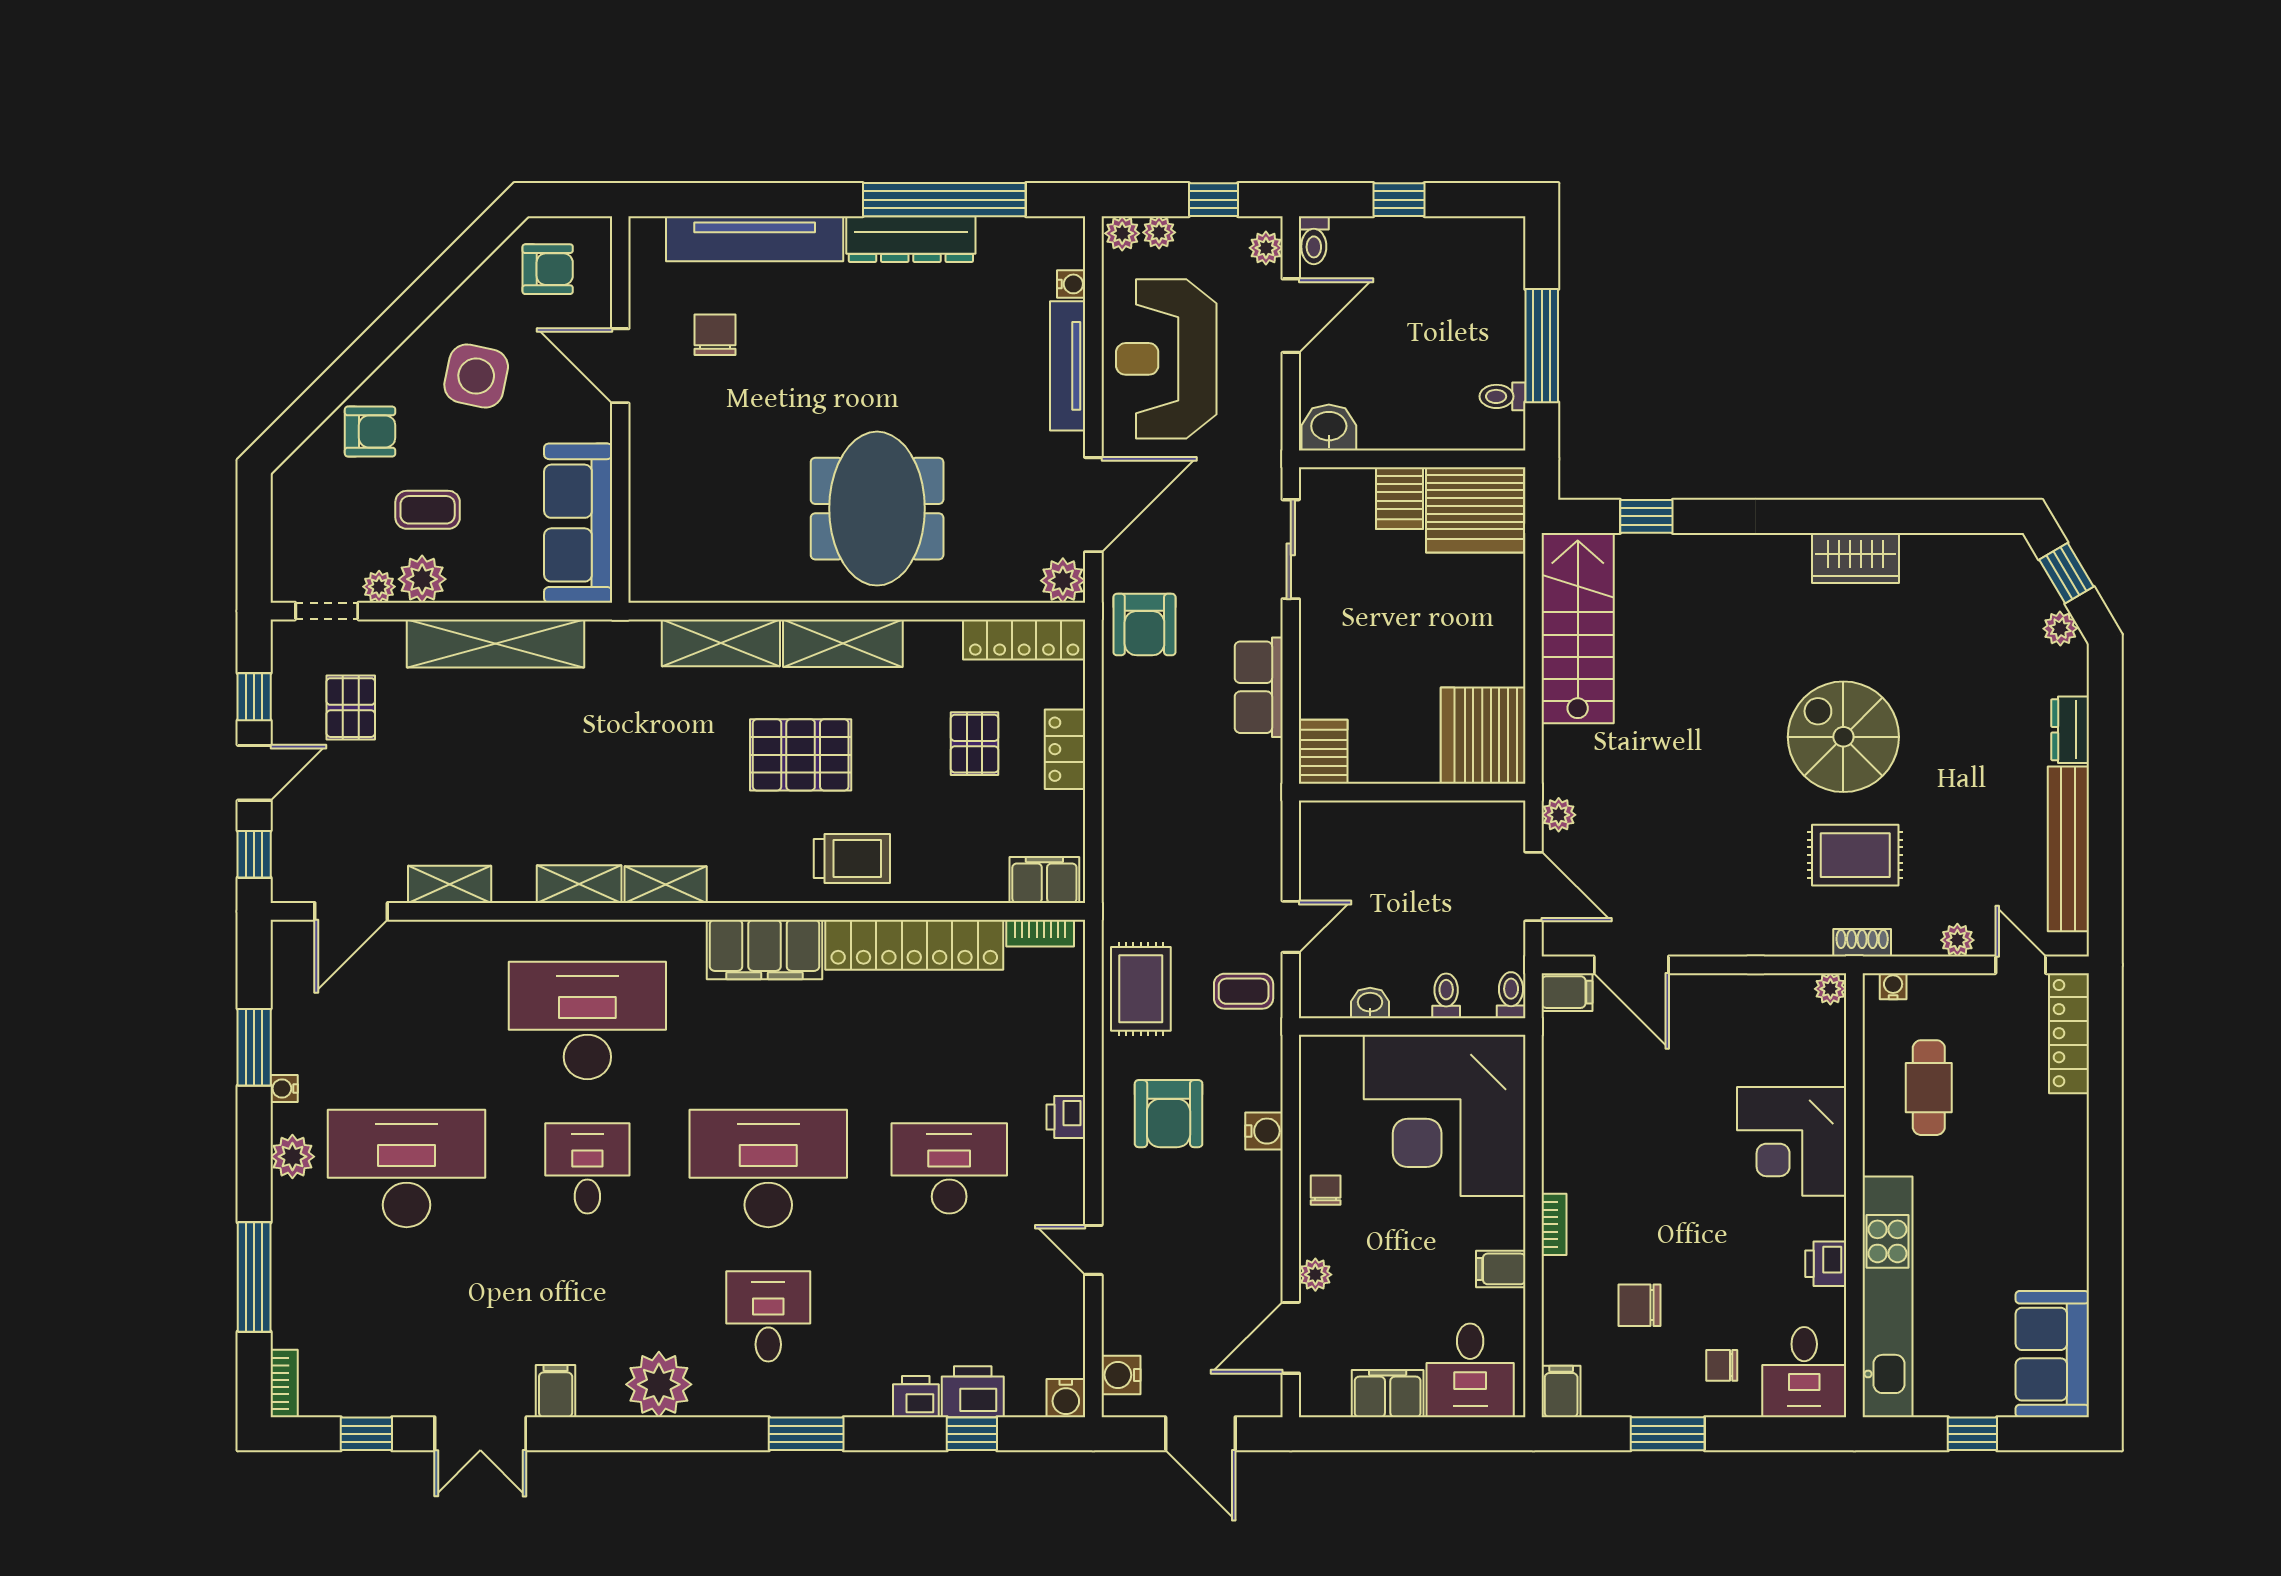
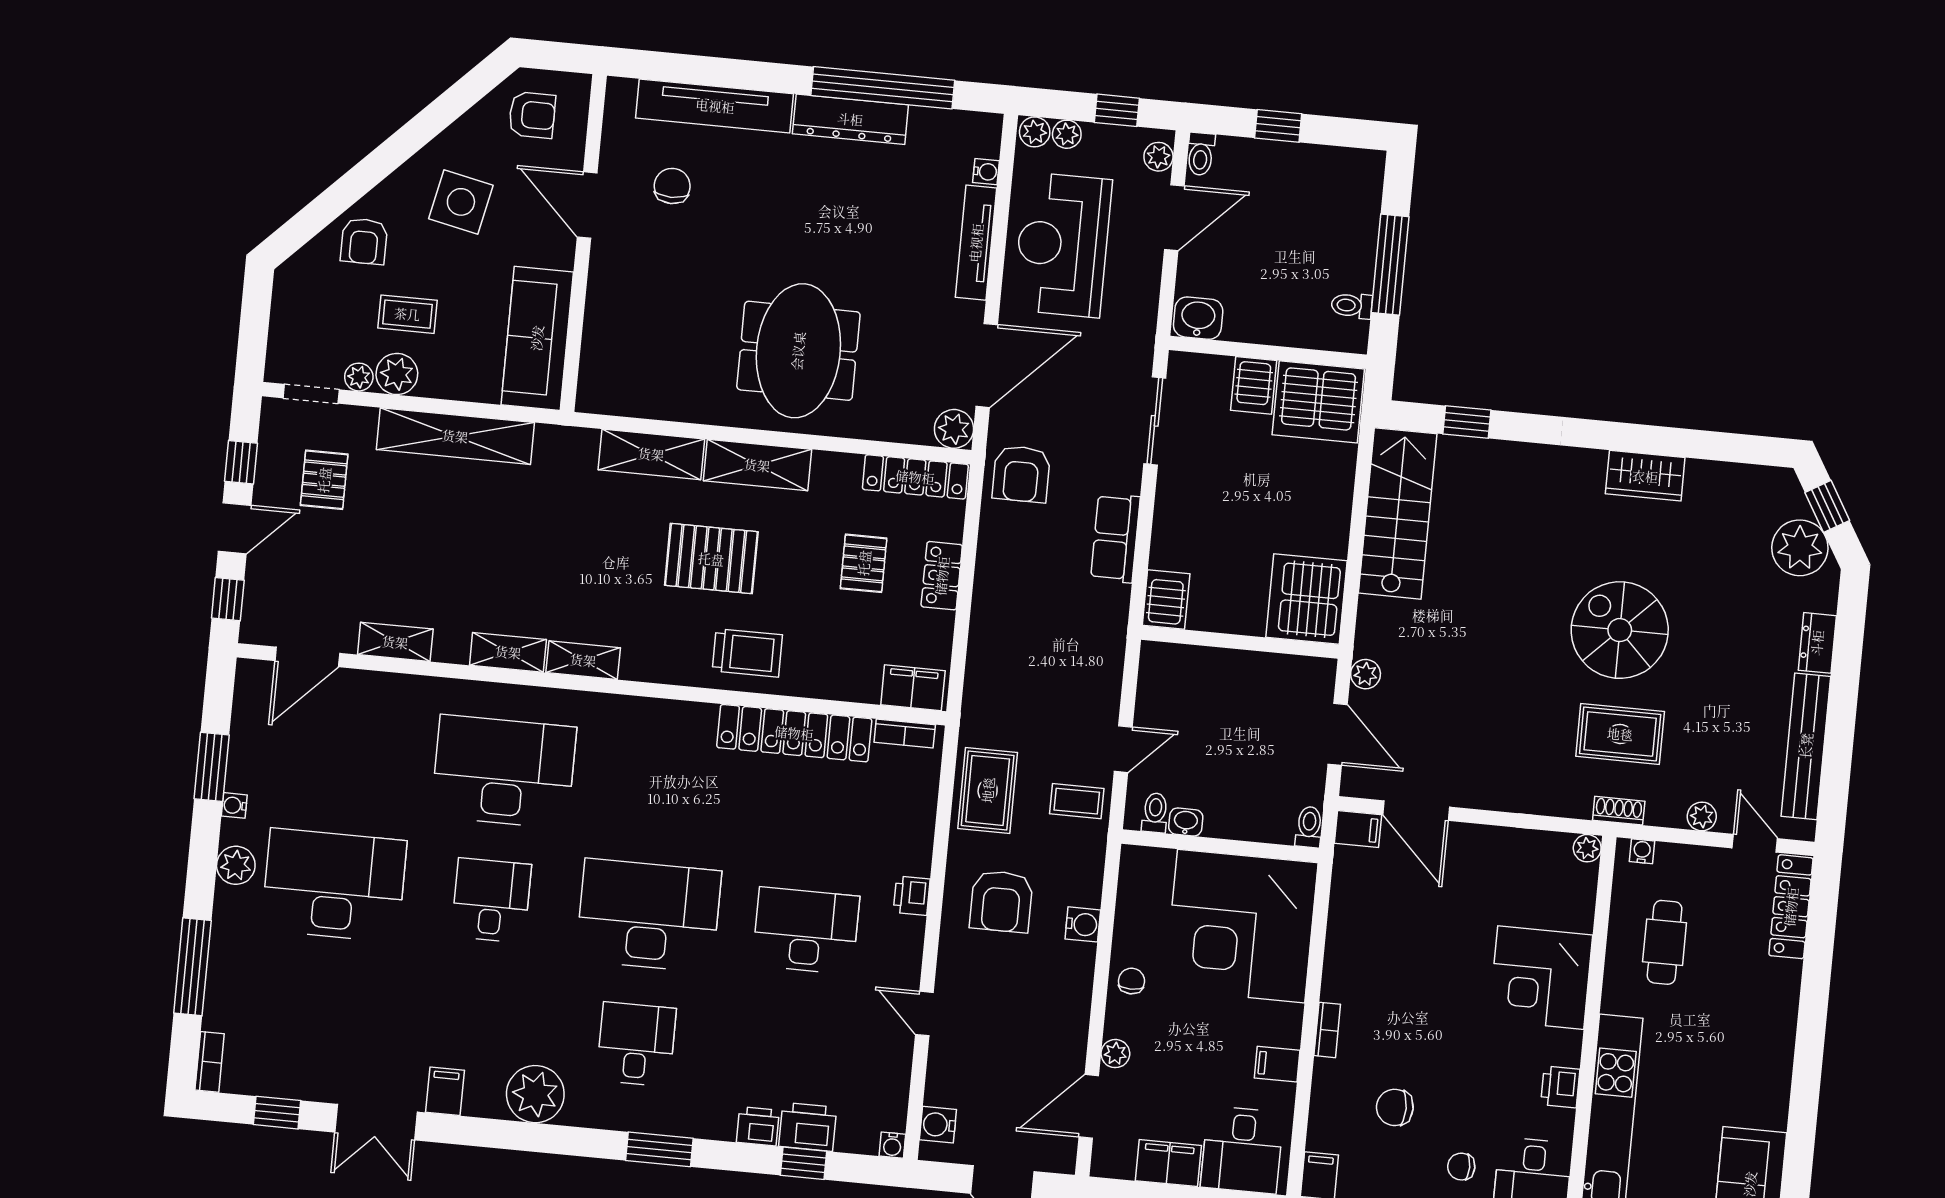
armchair: (370, 432) -> (364, 241), turned 90
plant: (2060, 629) -> (1800, 548), width x1.87, depth x1.87
filing cabinet: (764, 949) -> (664, 725), removed
toilet: (1446, 996) -> (1155, 813), moved
water cooler: (1066, 1398) -> (892, 1145), width x0.72, depth x0.72

